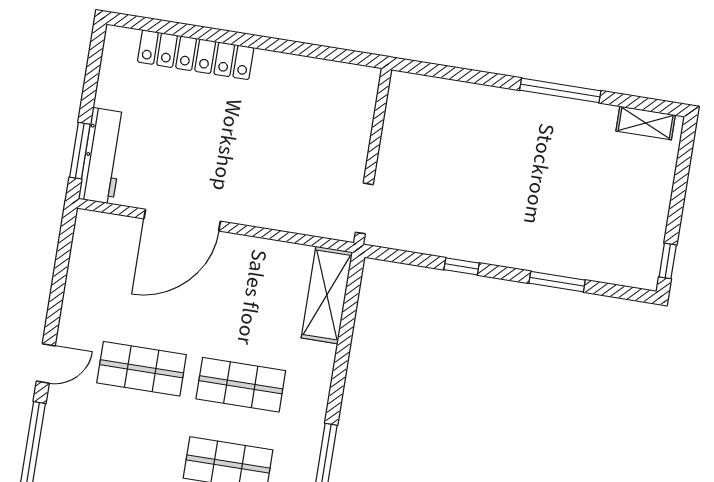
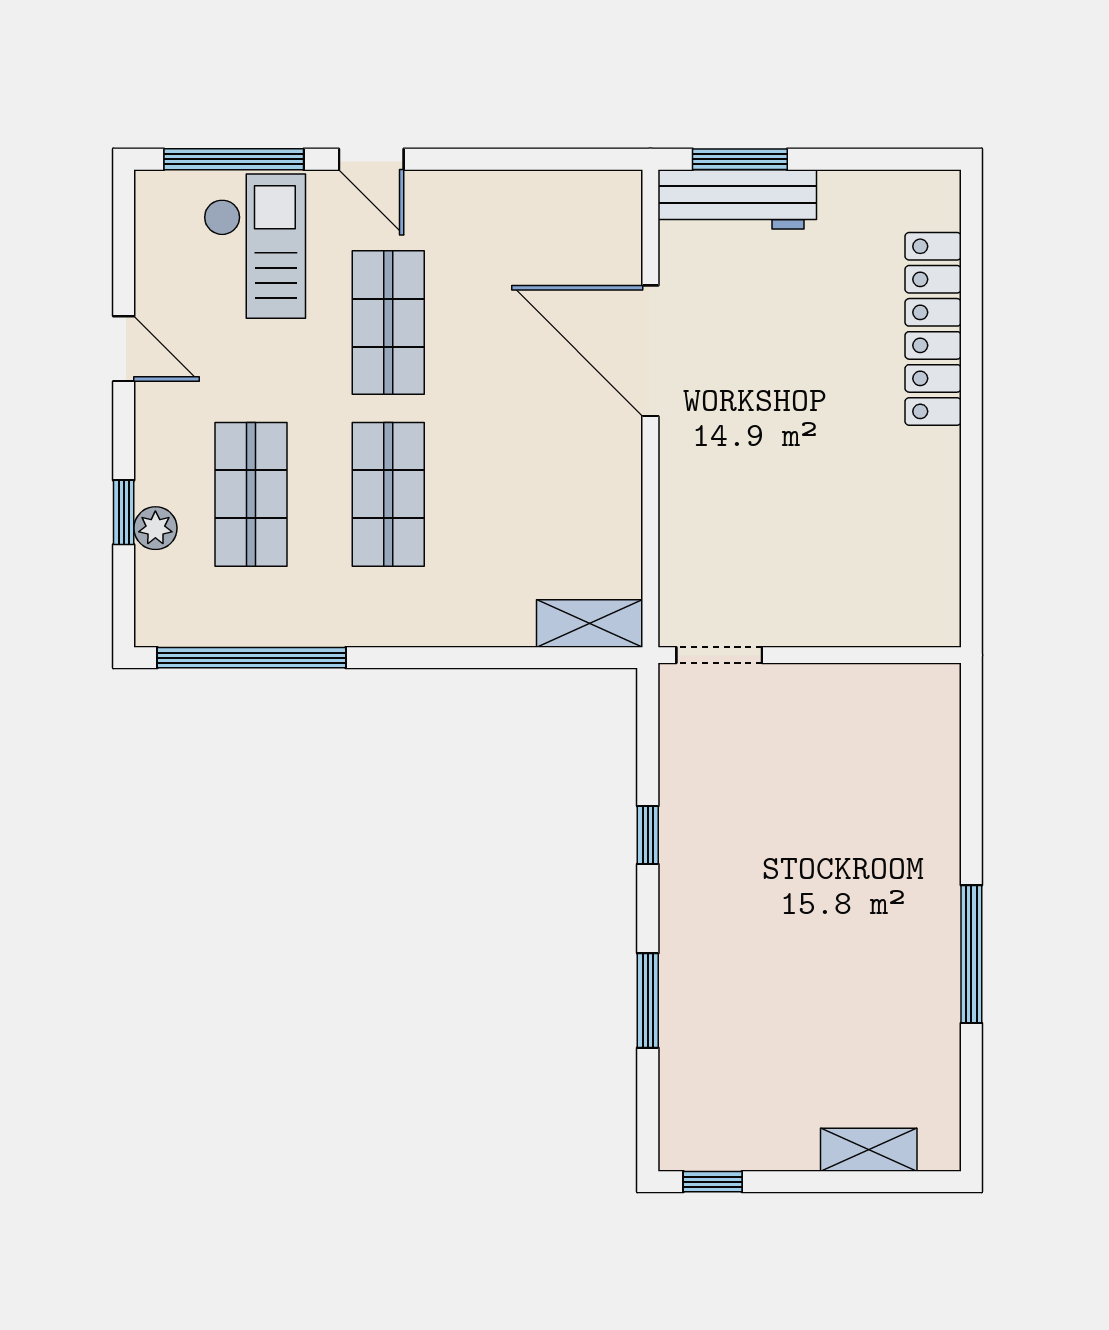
shelving: (646, 123) -> (869, 1150), moved, turned 90
shelving: (327, 295) -> (590, 624), width x0.67, depth x0.75
checkout: (85, 439) -> (255, 246), added

